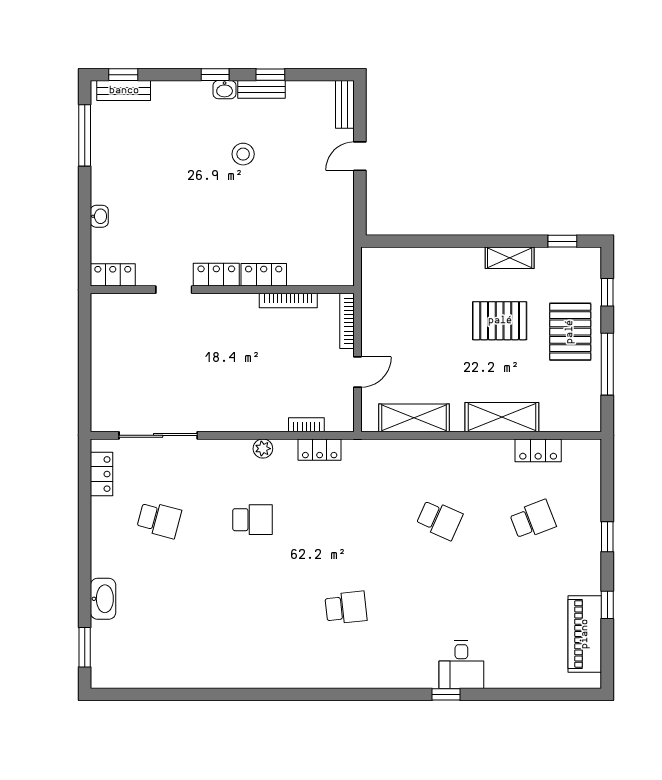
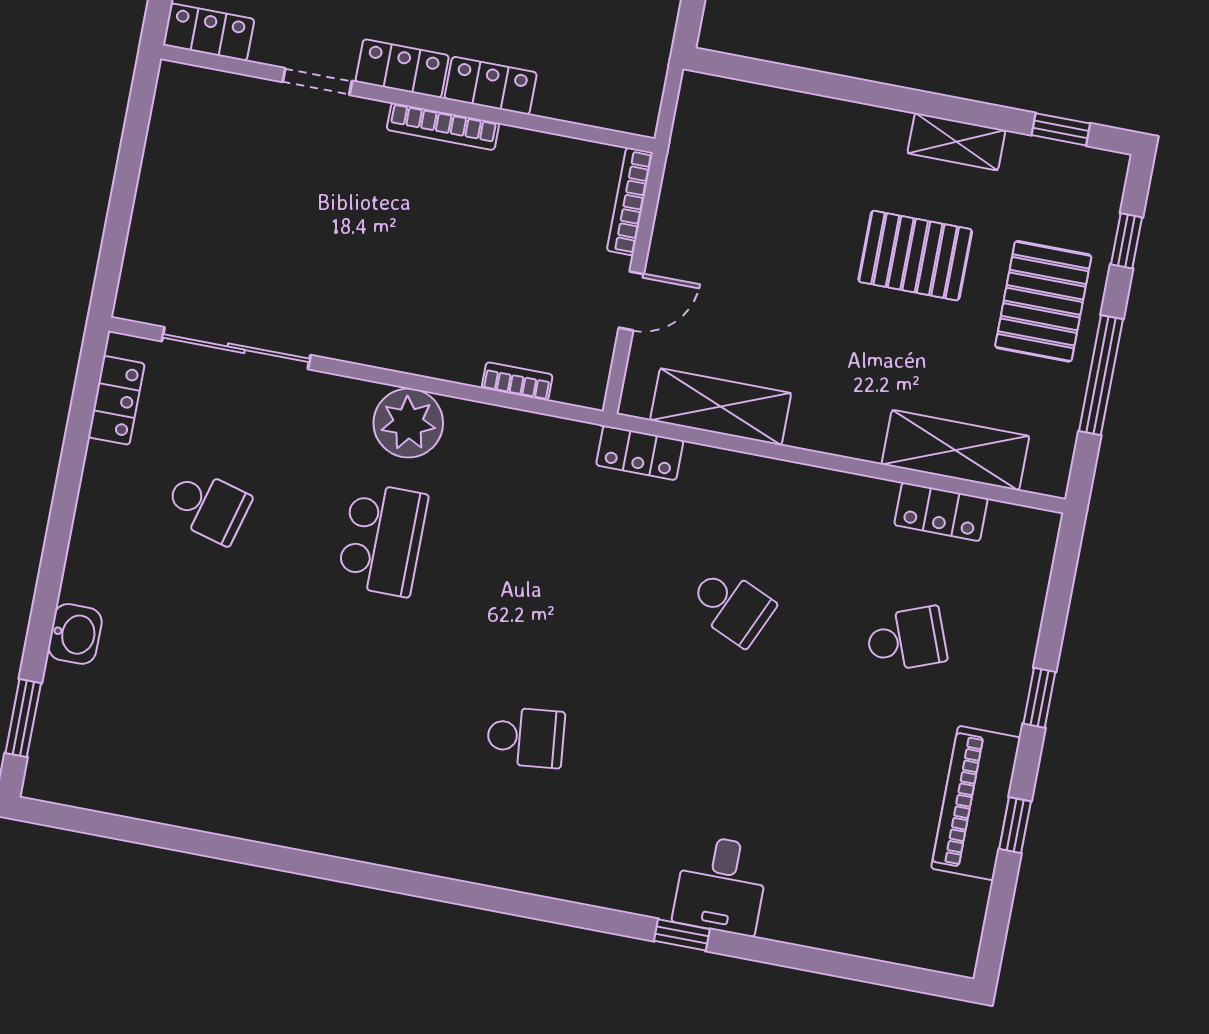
bookcase: (288, 301) -> (443, 126), moved
shelving: (502, 417) -> (955, 450), moved
plant: (263, 449) -> (408, 423), width x1.87, depth x1.87
locker: (320, 450) -> (640, 453), moved
school desk: (253, 520) -> (382, 539), width x1.85
washbasin: (103, 599) -> (75, 634), width x0.72
piano: (585, 634) -> (976, 803), moved

